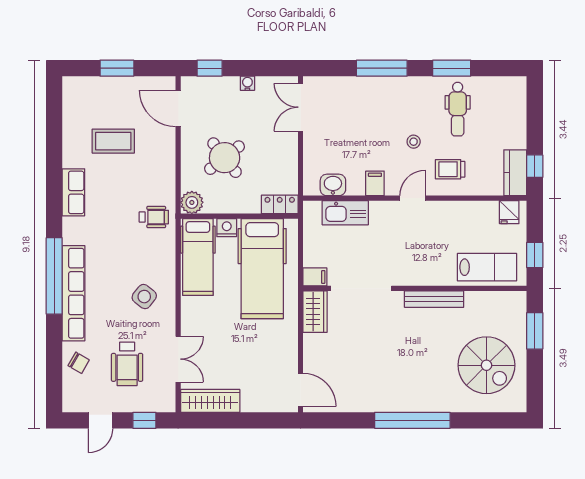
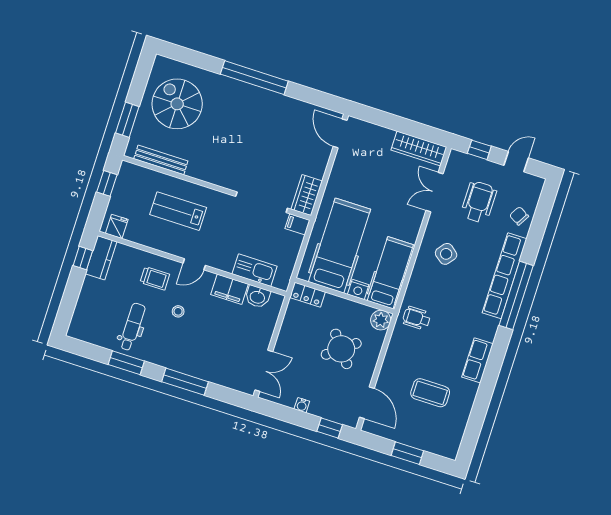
filing cabinet: (375, 183) -> (230, 289), width x2.00
lab bench: (487, 267) -> (178, 211), moved
bench: (434, 299) -> (161, 160), moved

